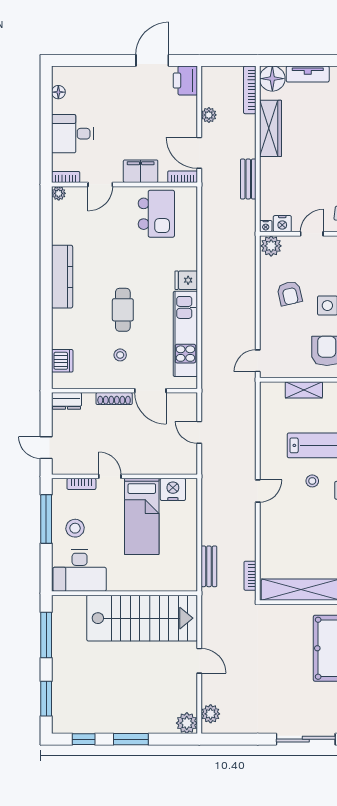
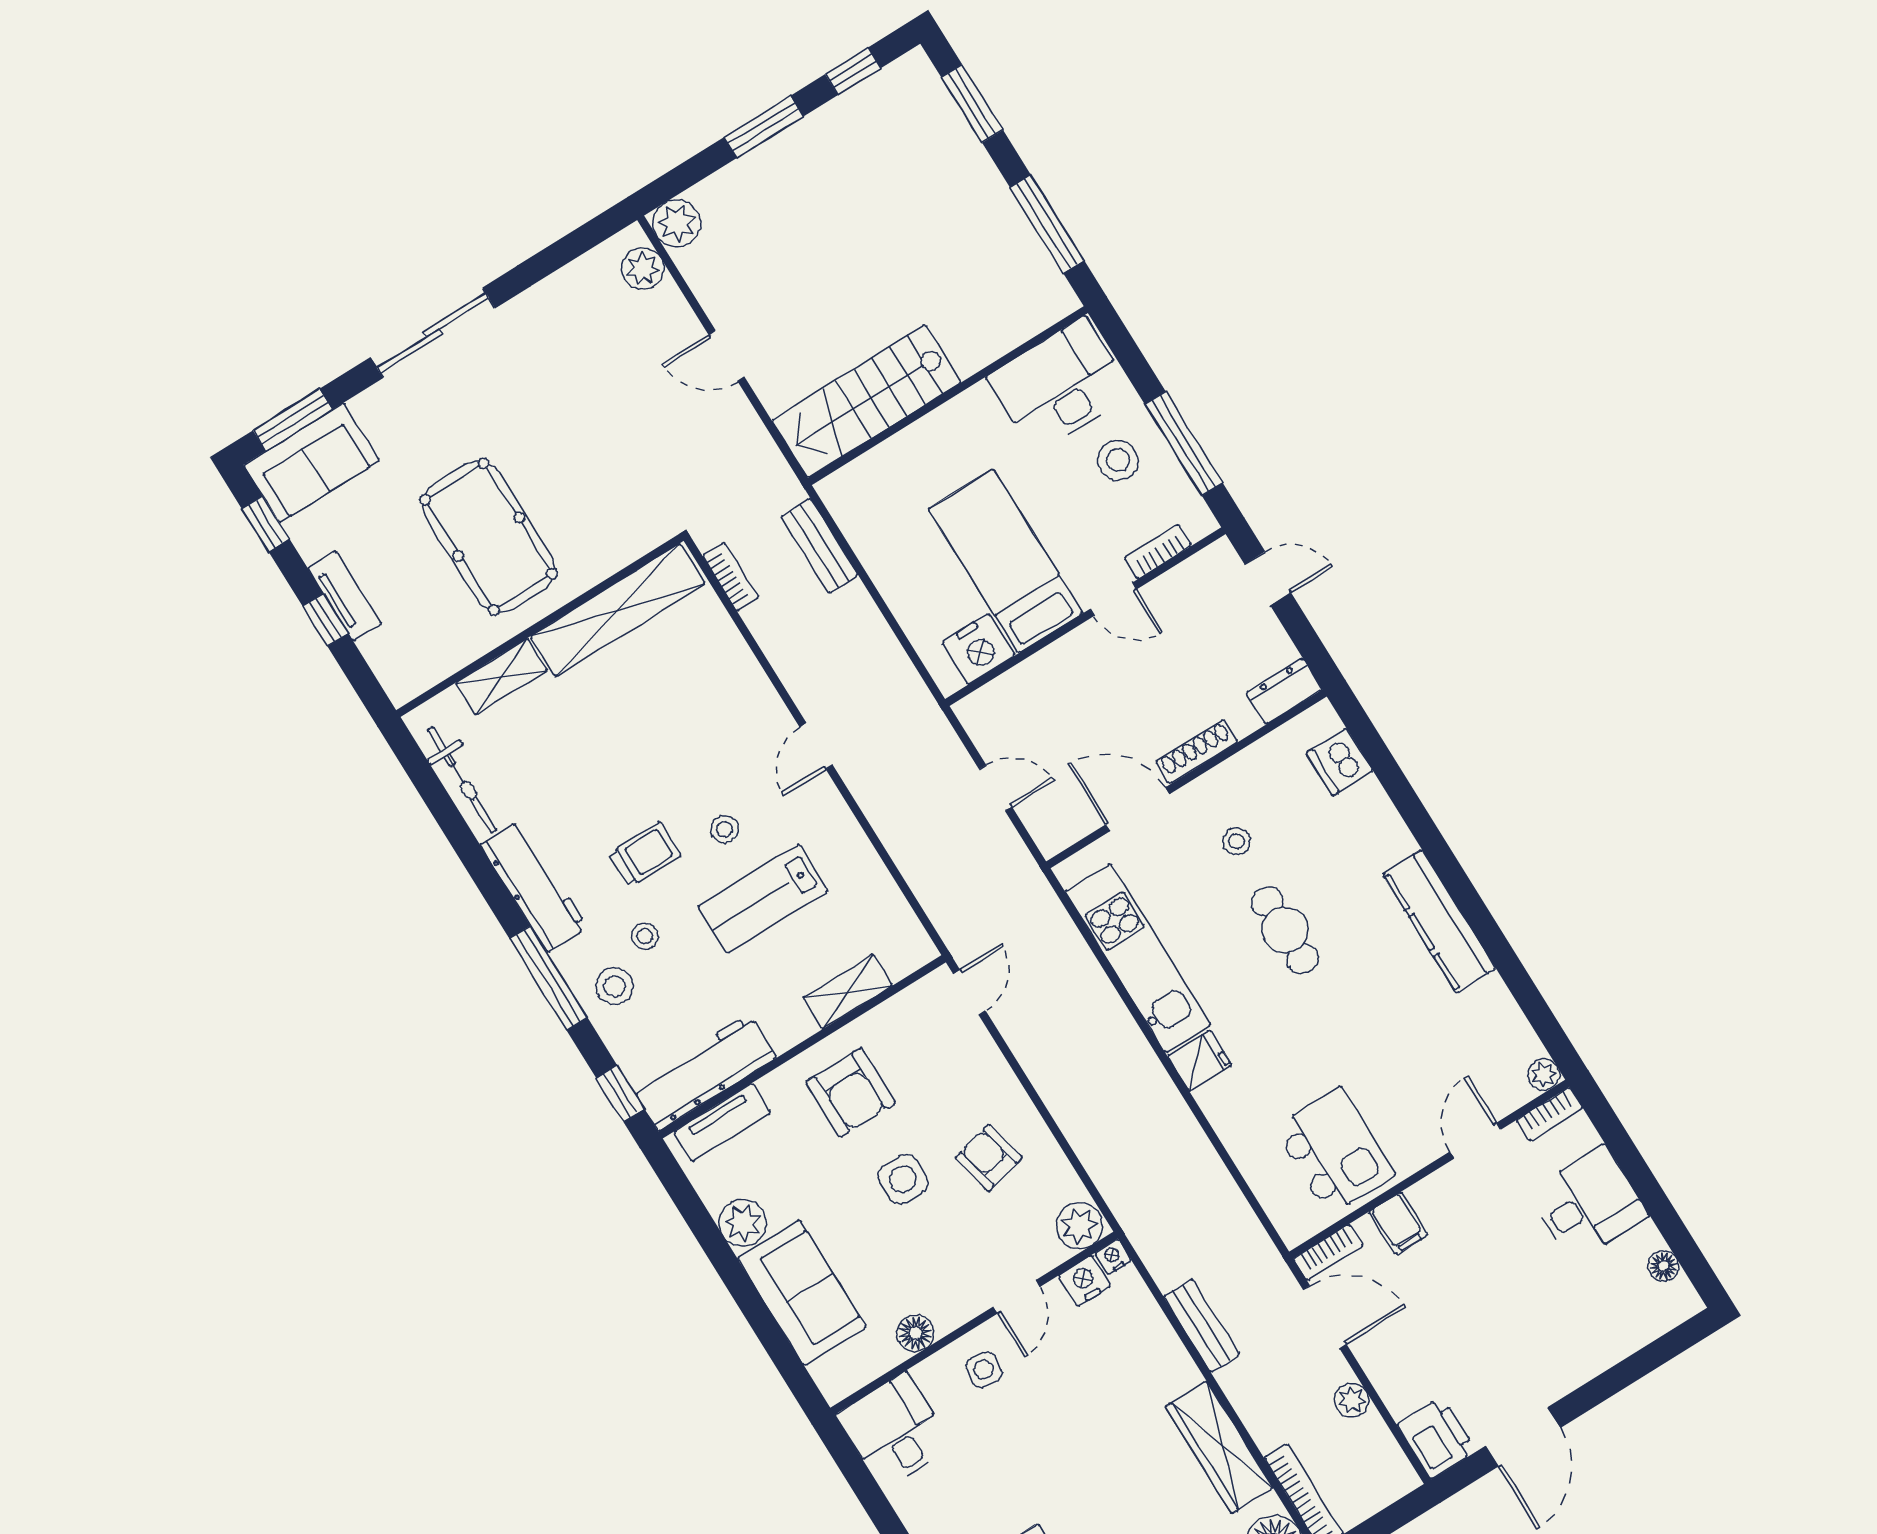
filing cabinet: (141, 171) -> (1398, 1223), width x0.50
kitchen island: (156, 214) -> (1335, 1151), turned 180
stairs: (142, 618) -> (866, 401), width x0.73, depth x0.66

